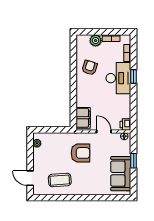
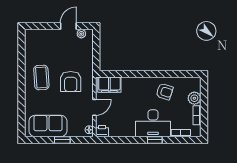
door: (30, 178) -> (68, 26), moved
coffee table: (60, 180) -> (41, 77), moved

